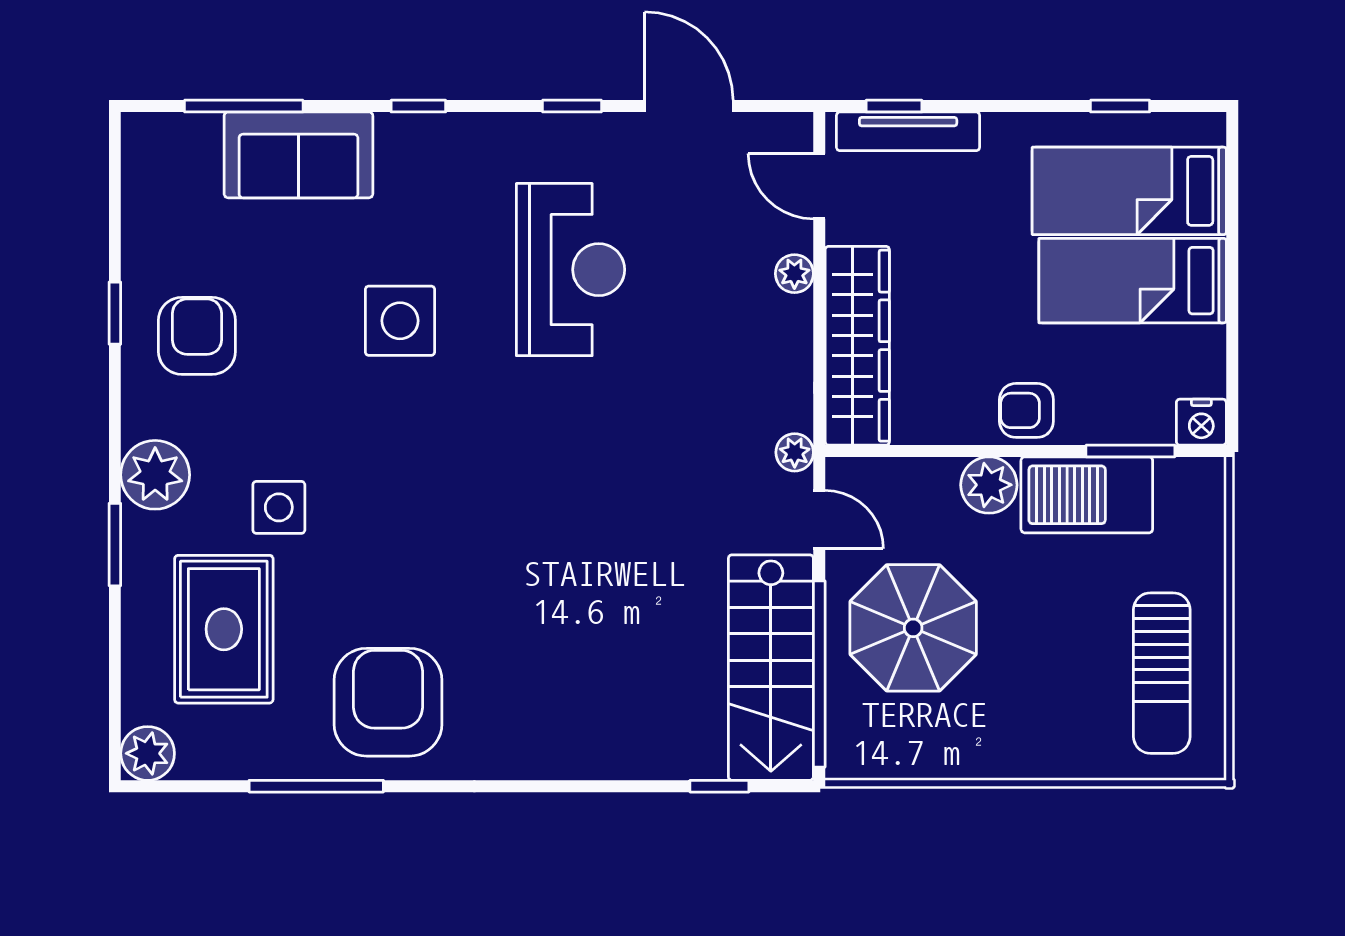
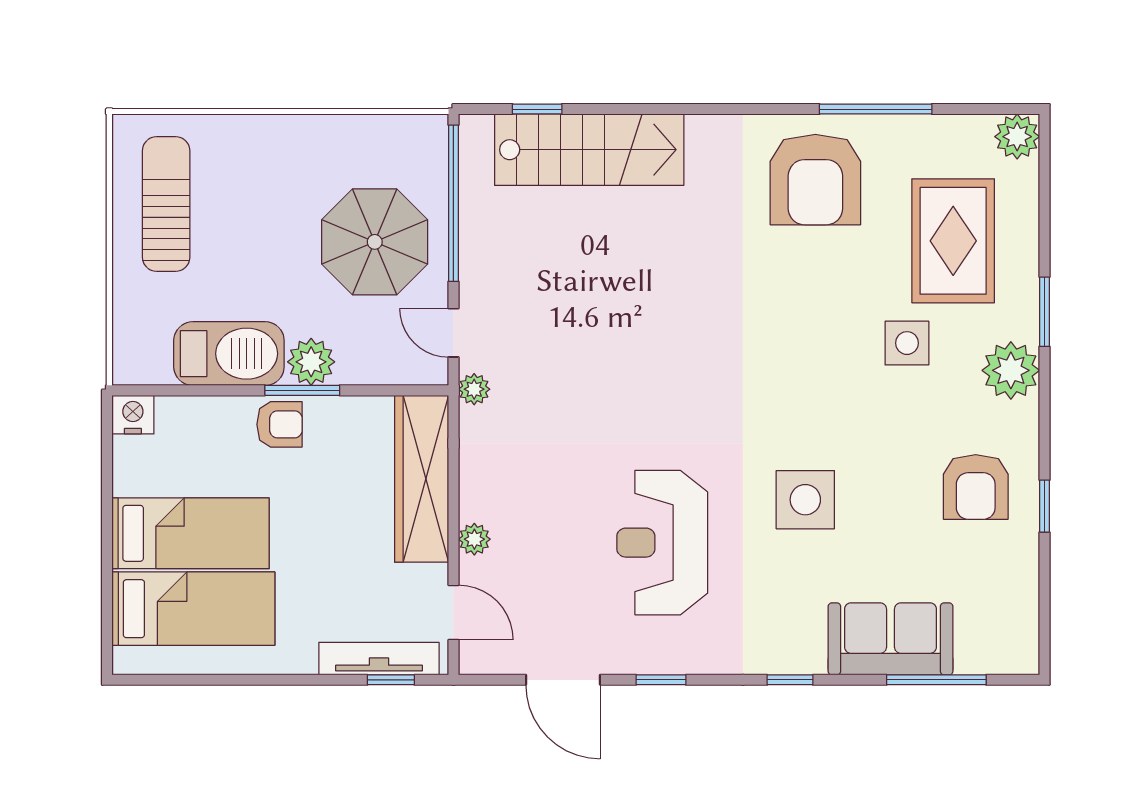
window: (1120, 106) -> (201, 680), removed
window: (1130, 451) -> (302, 390), moved
stairs: (771, 668) -> (589, 150), moved, turned 90

